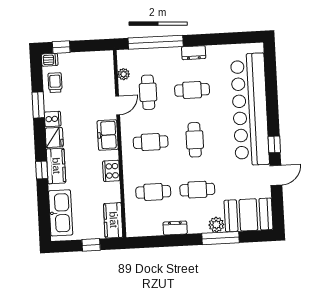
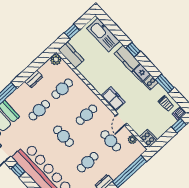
cooker: (111, 171) -> (148, 138), moved
plant: (216, 225) -> (56, 60), moved

